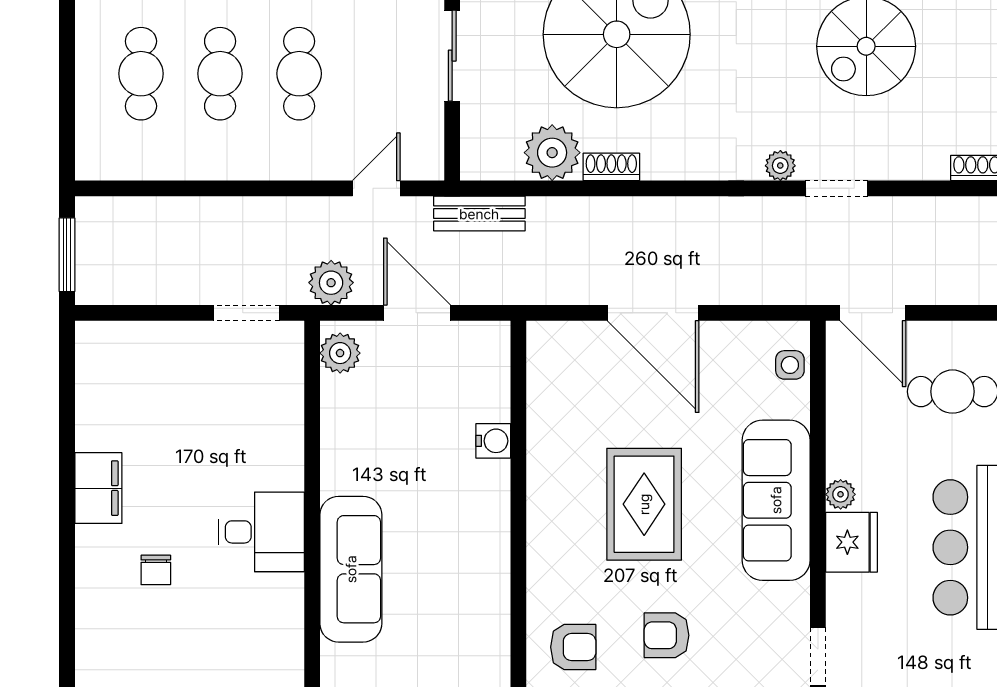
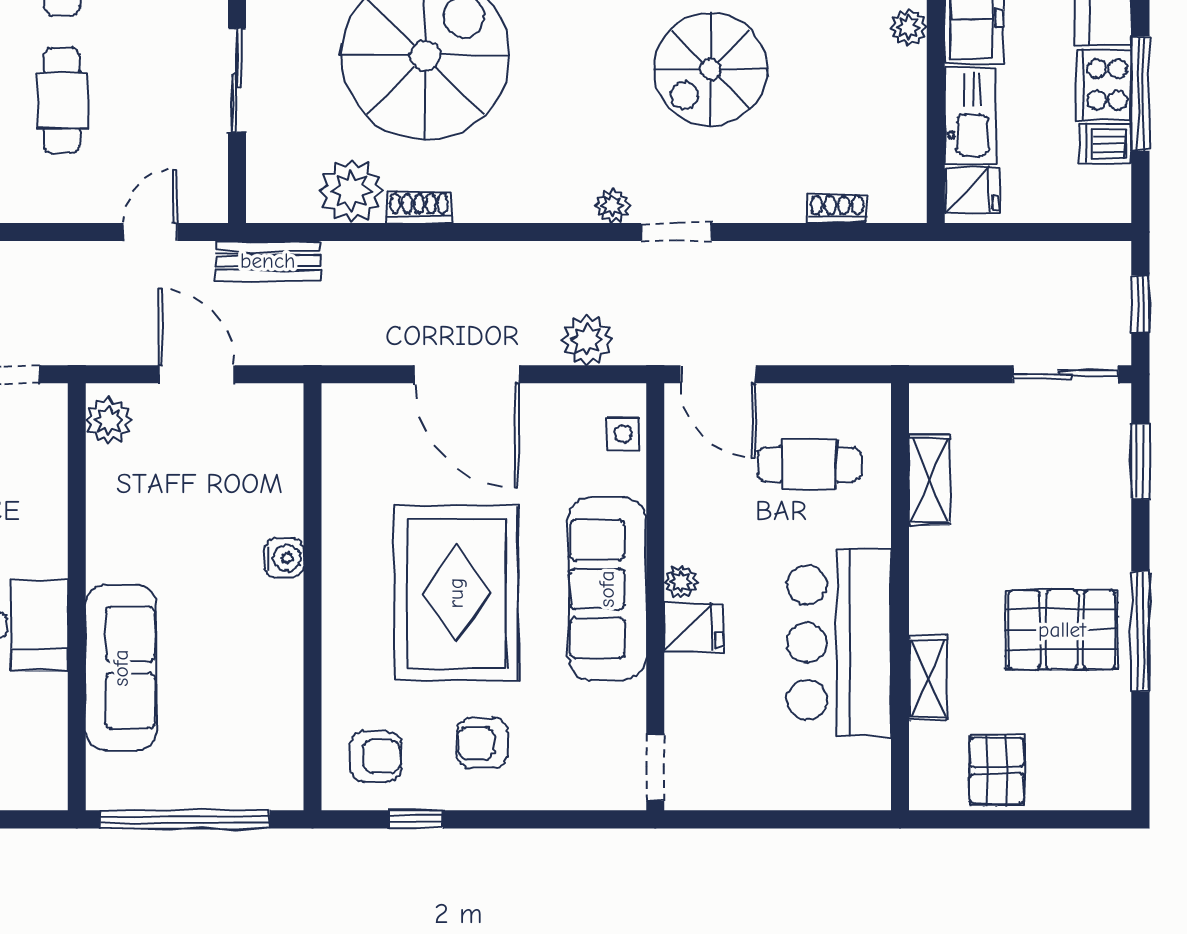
plant: (331, 283) -> (587, 340), moved
water cooler: (493, 441) -> (284, 558), moved
rug: (644, 504) -> (456, 593), width x1.37, depth x1.44
fridge: (851, 542) -> (694, 627), width x0.72

